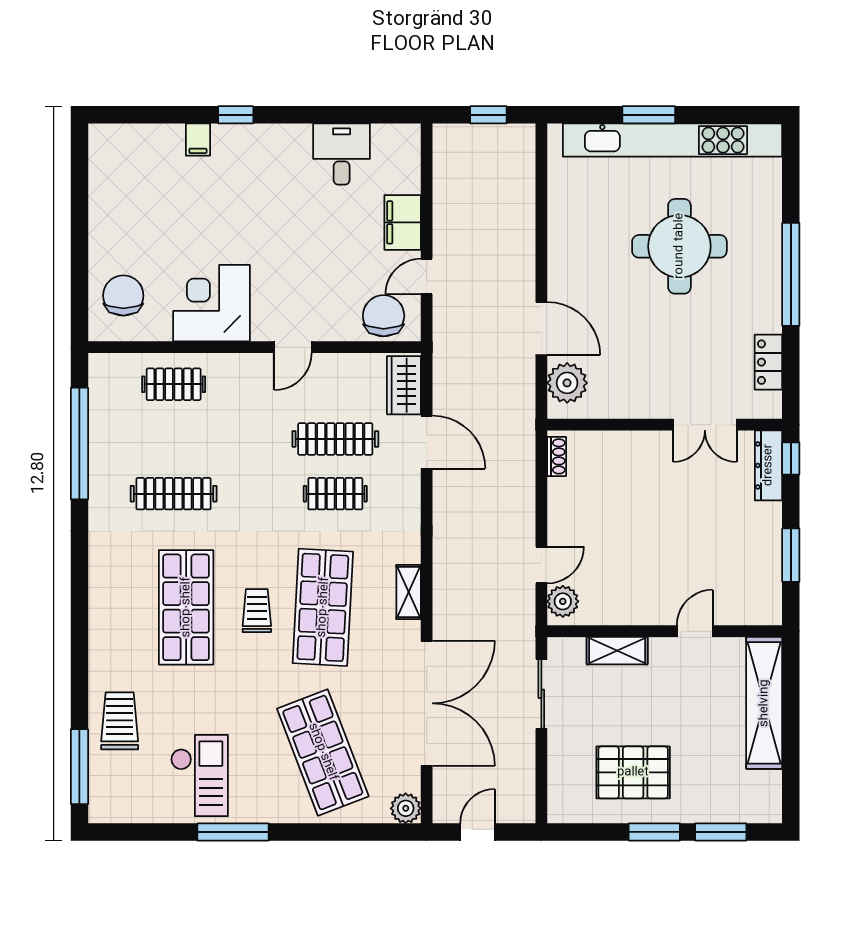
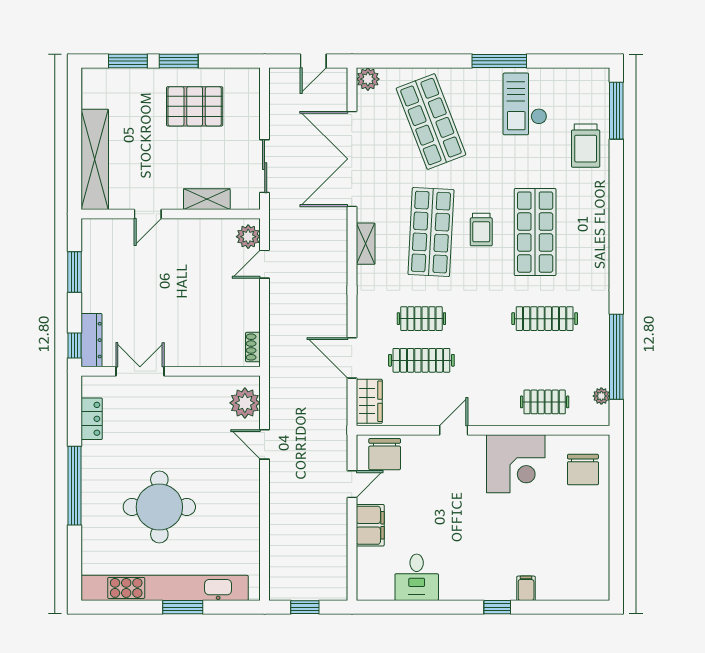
door: (541, 329) -> (265, 444), width x0.73
plant: (99, 392) -> (601, 396), added

